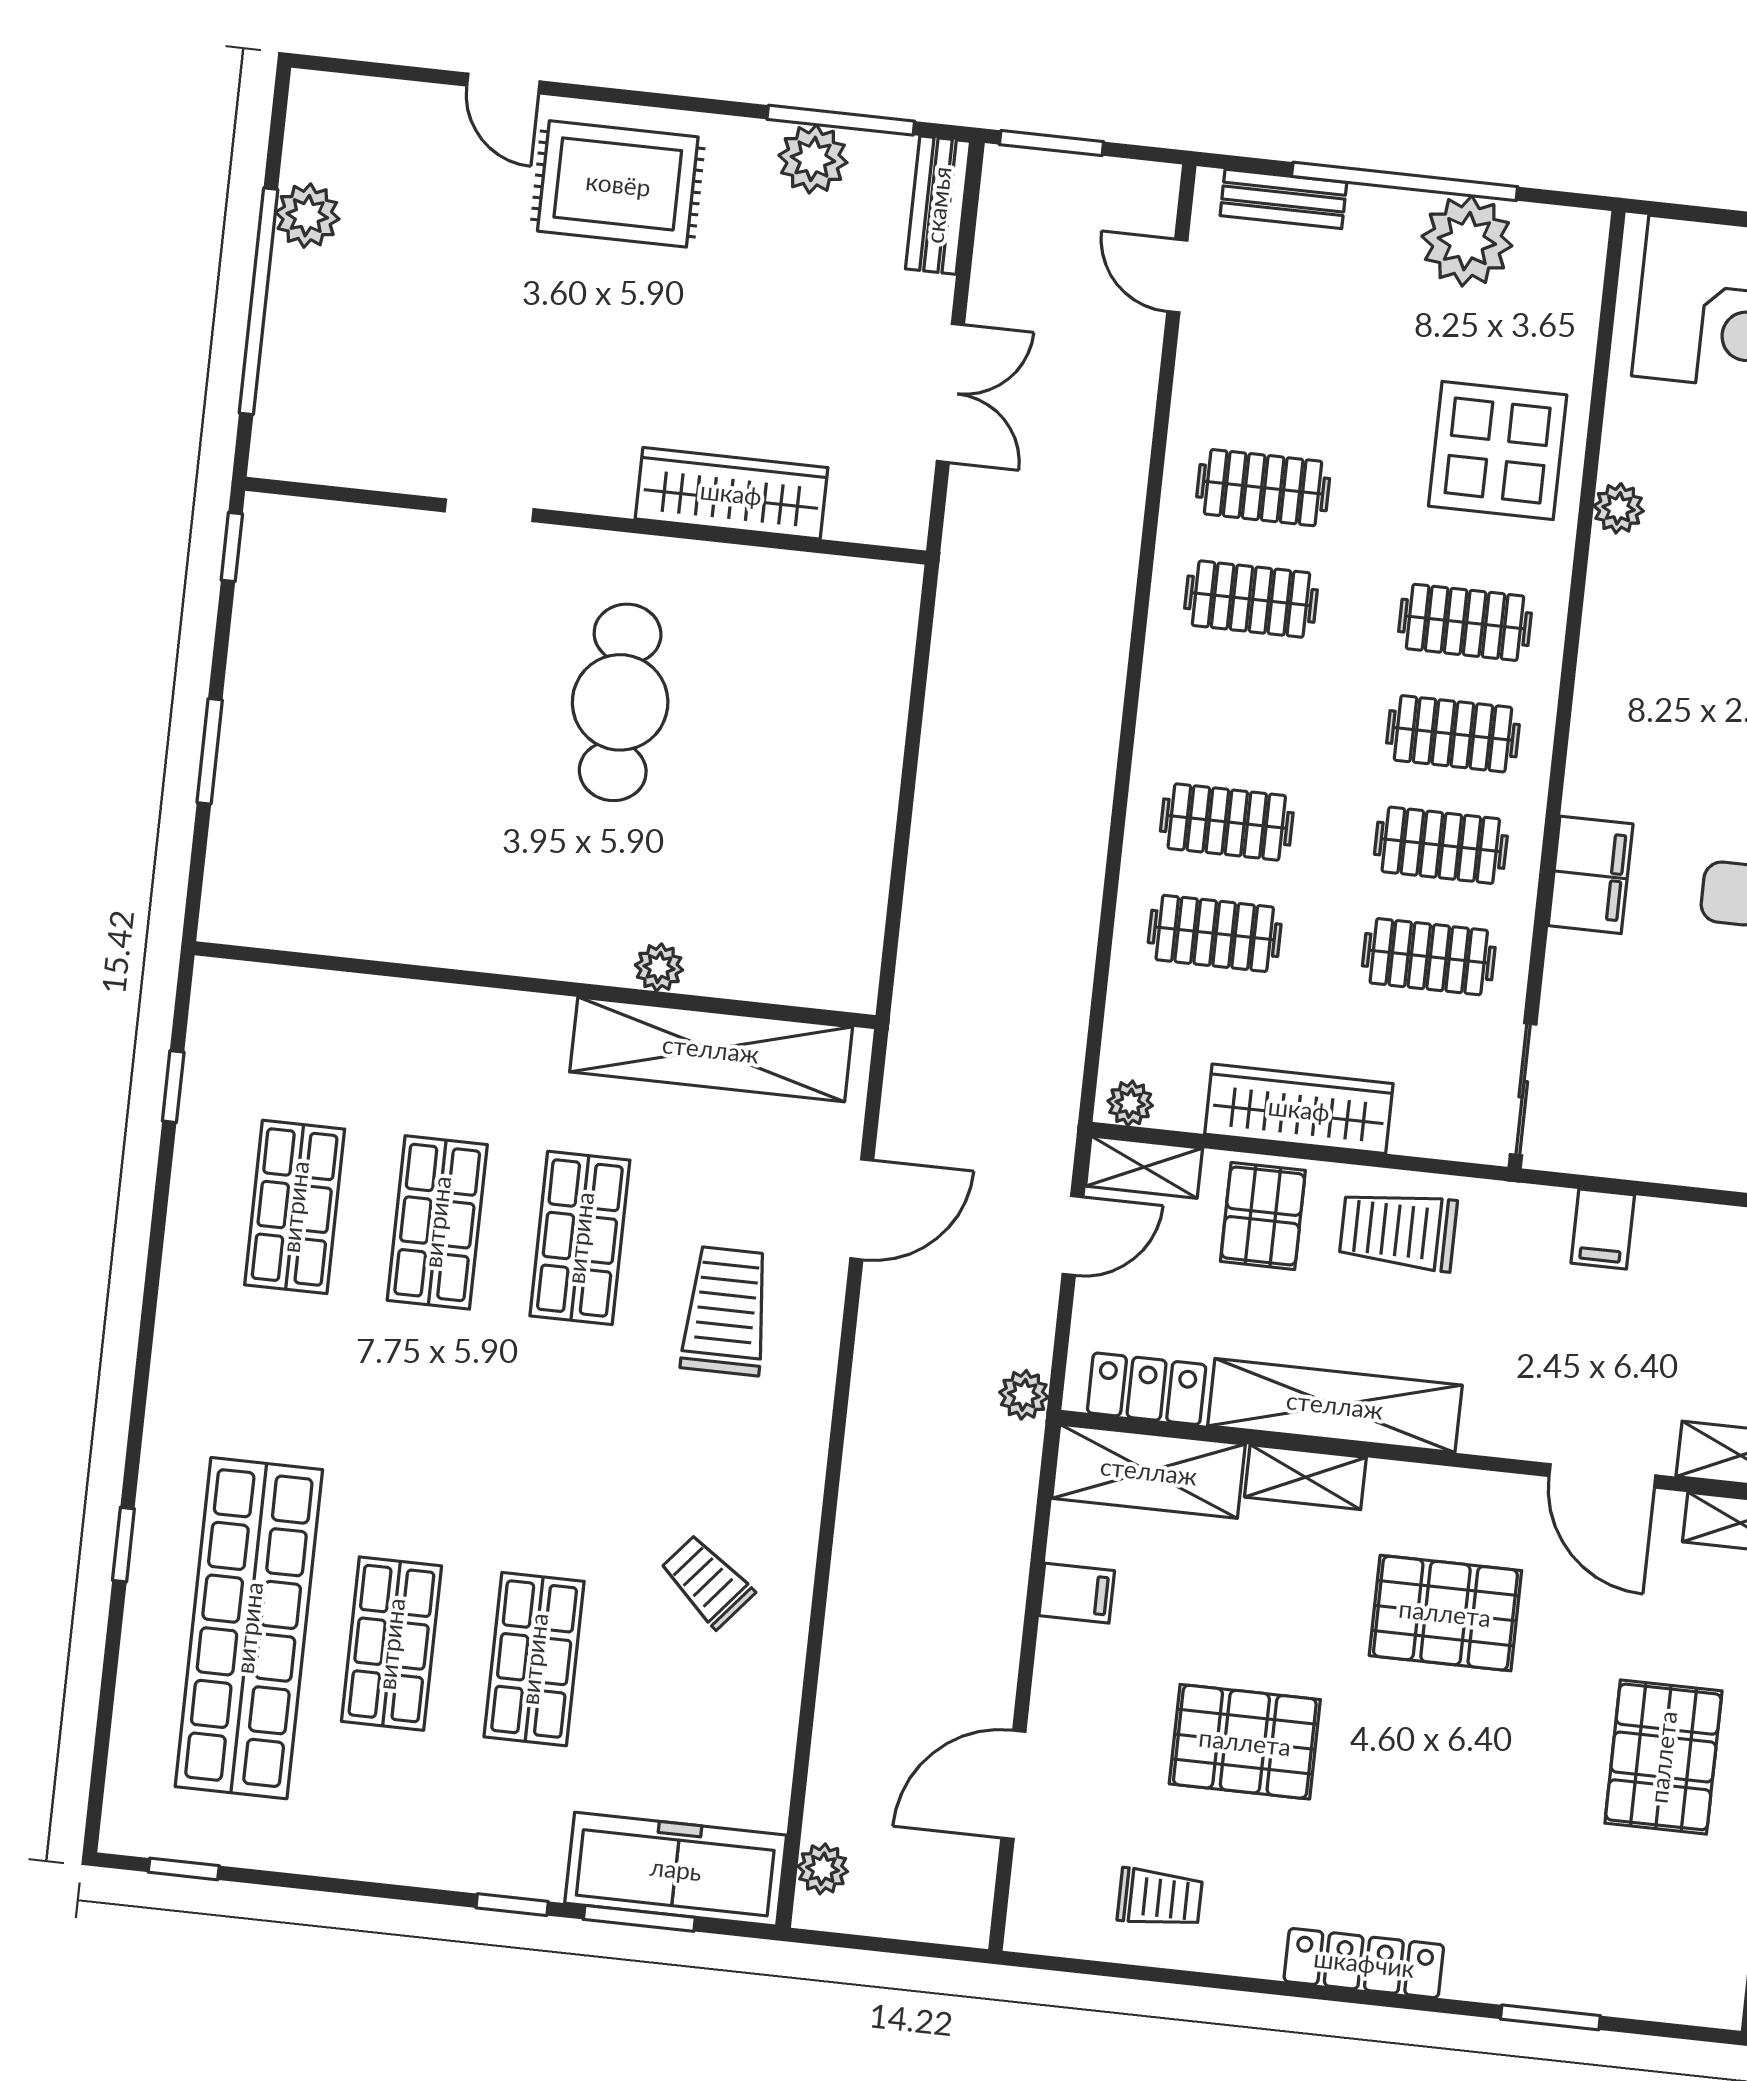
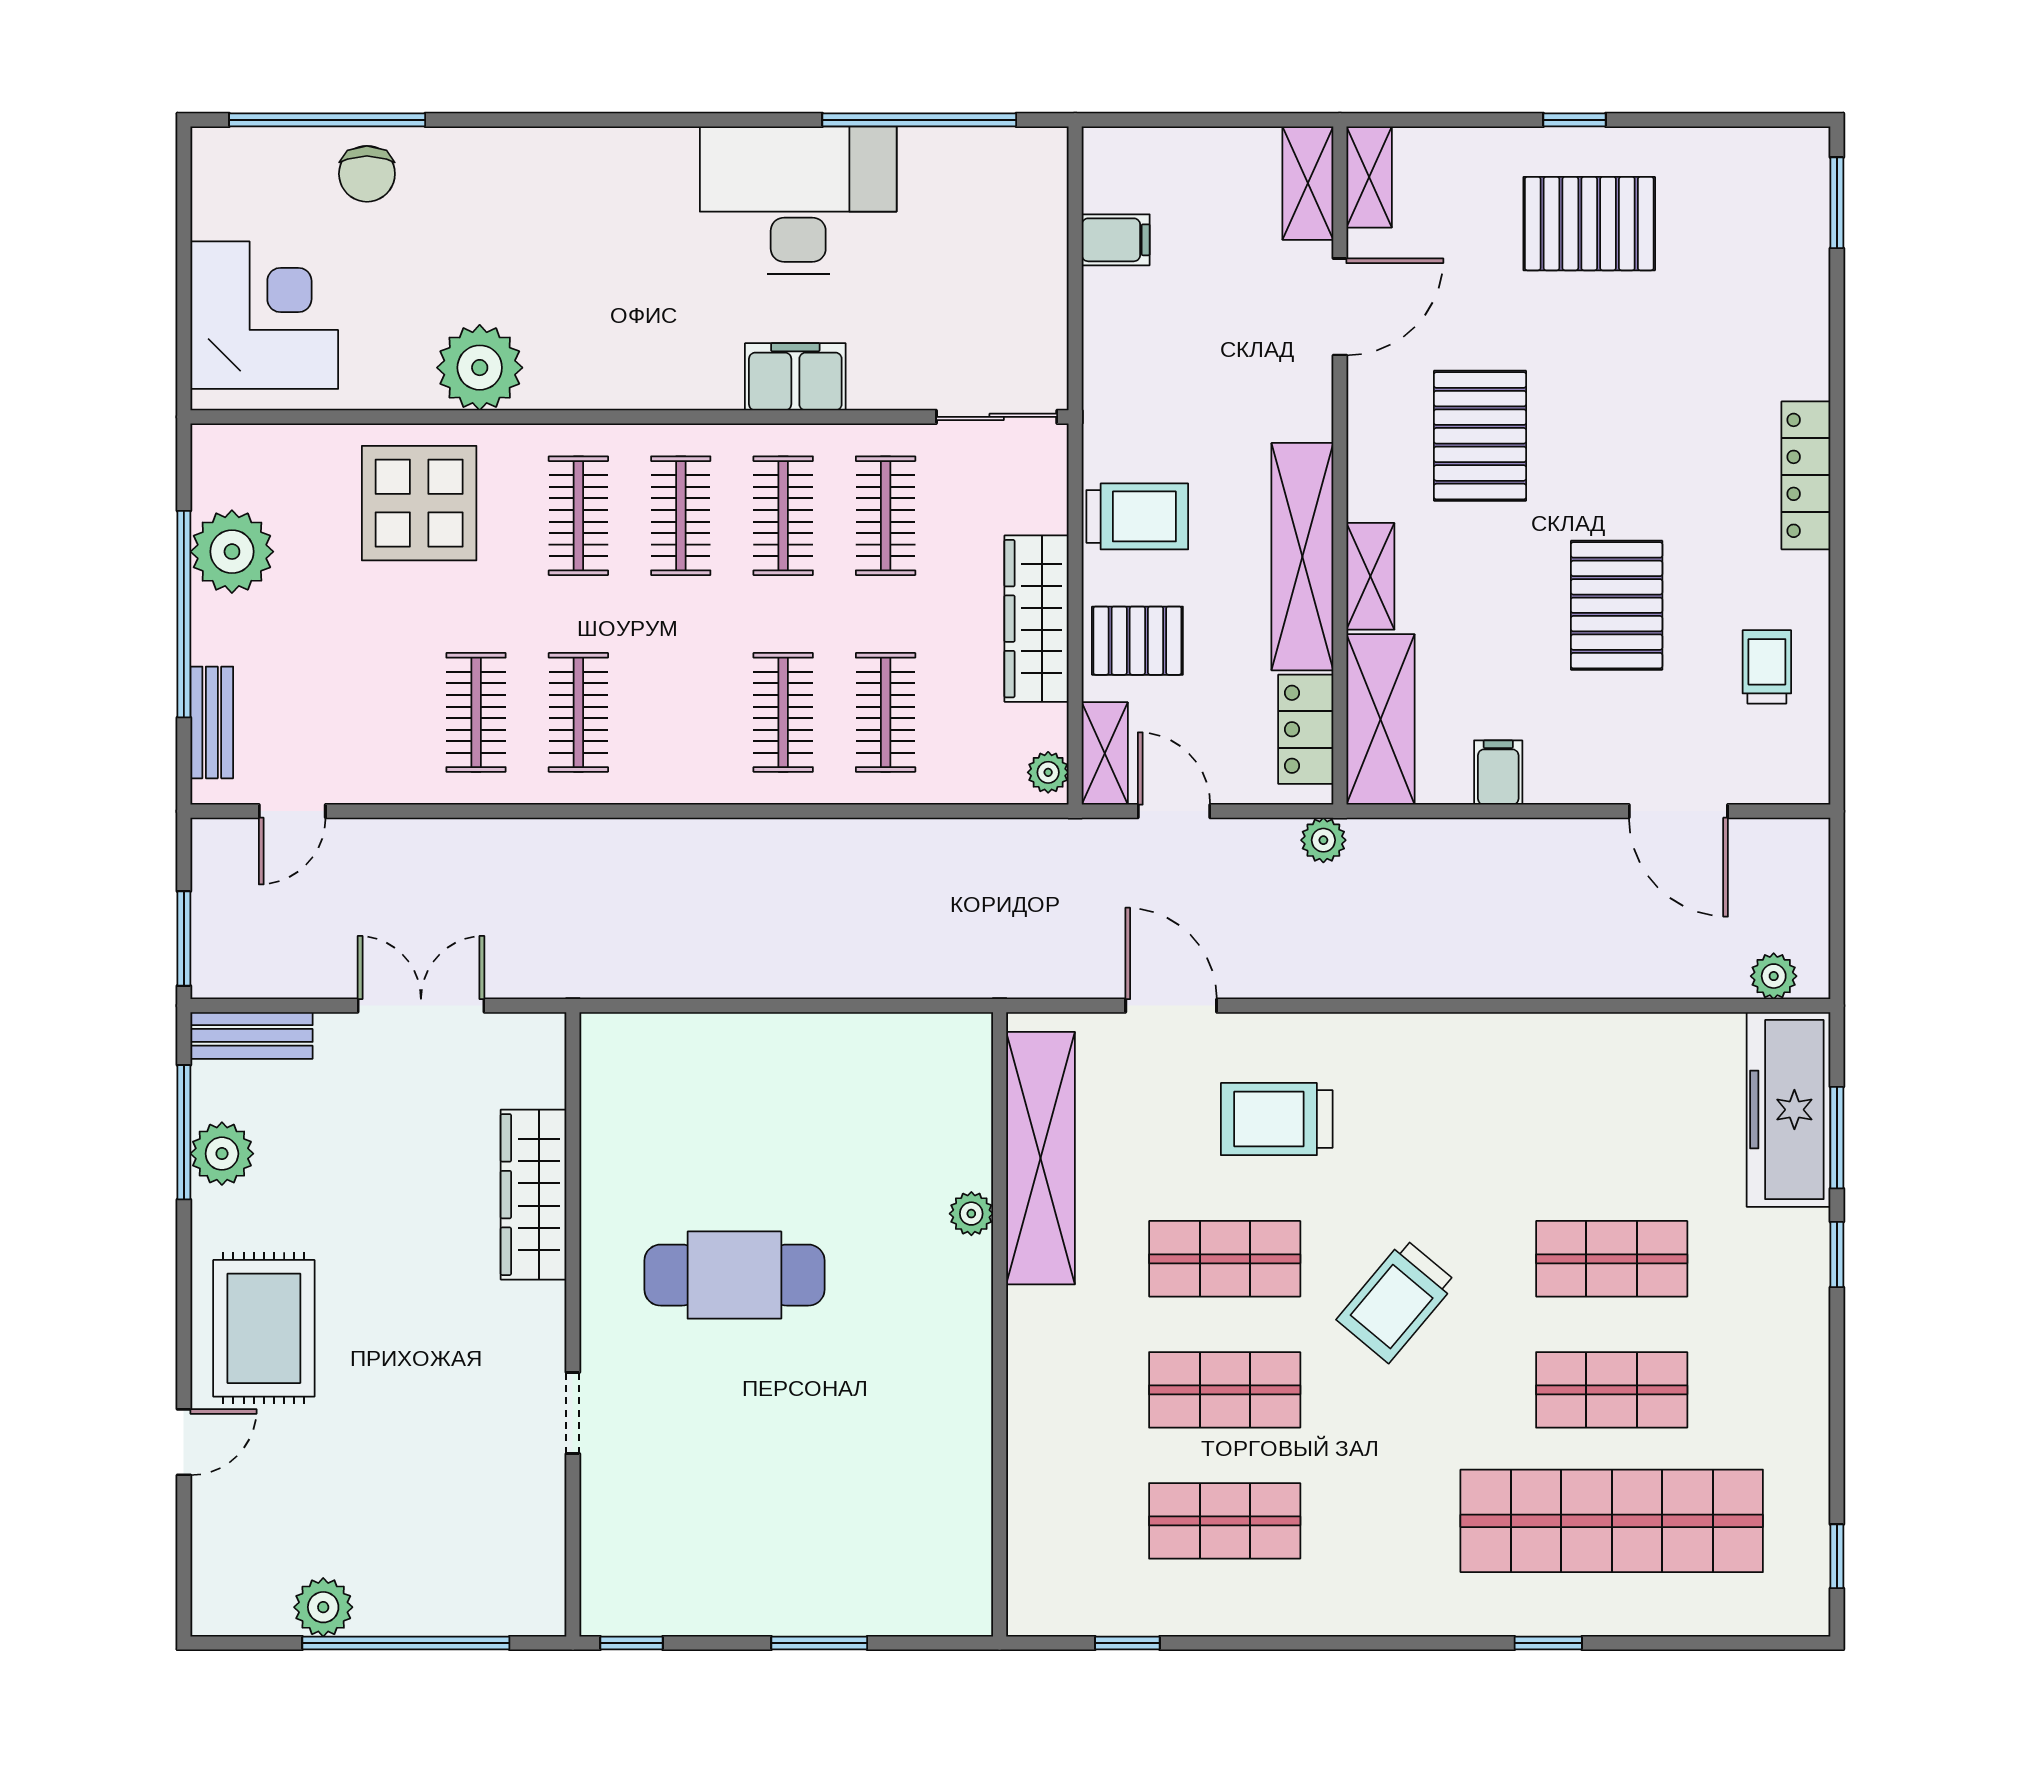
plant: (1619, 508) -> (480, 368), width x1.87, depth x1.87
filing cabinet: (1603, 1229) -> (1116, 240), moved
trolley: (1398, 1230) -> (1137, 516), turned -90
trolley: (707, 1581) -> (1396, 1301), moved, width x1.36, depth x1.39
window: (1550, 2017) -> (1837, 203), moved

